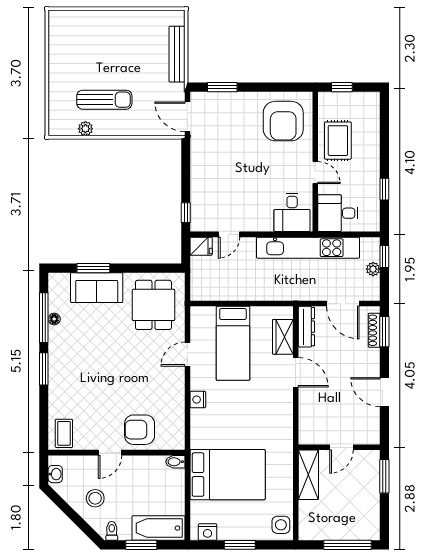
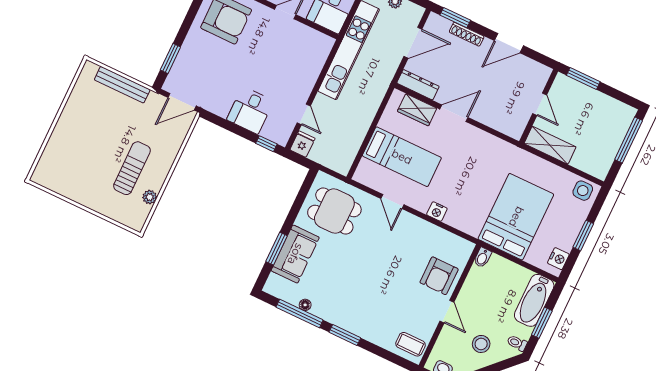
desk: (292, 212) -> (250, 110), moved, turned 90
shoe rack: (374, 330) -> (467, 34), moved

